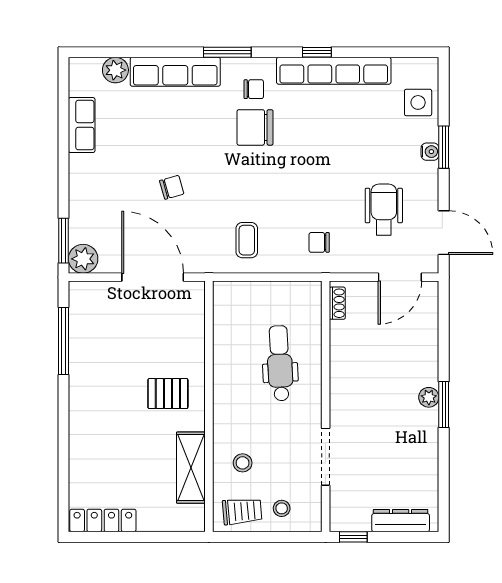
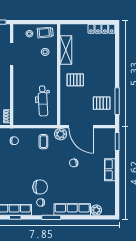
row of seats: (82, 125) -> (110, 170), moved
plant: (83, 259) -> (61, 134), moved
pallet: (102, 336) -> (102, 103), added
dental chair: (280, 363) -> (43, 101), moved

